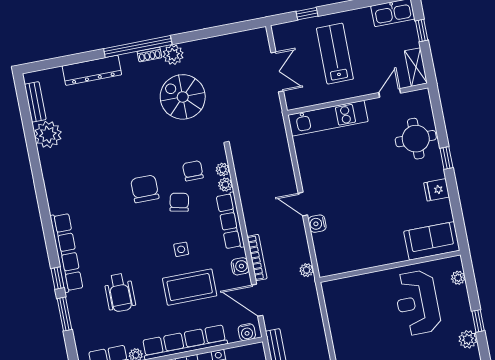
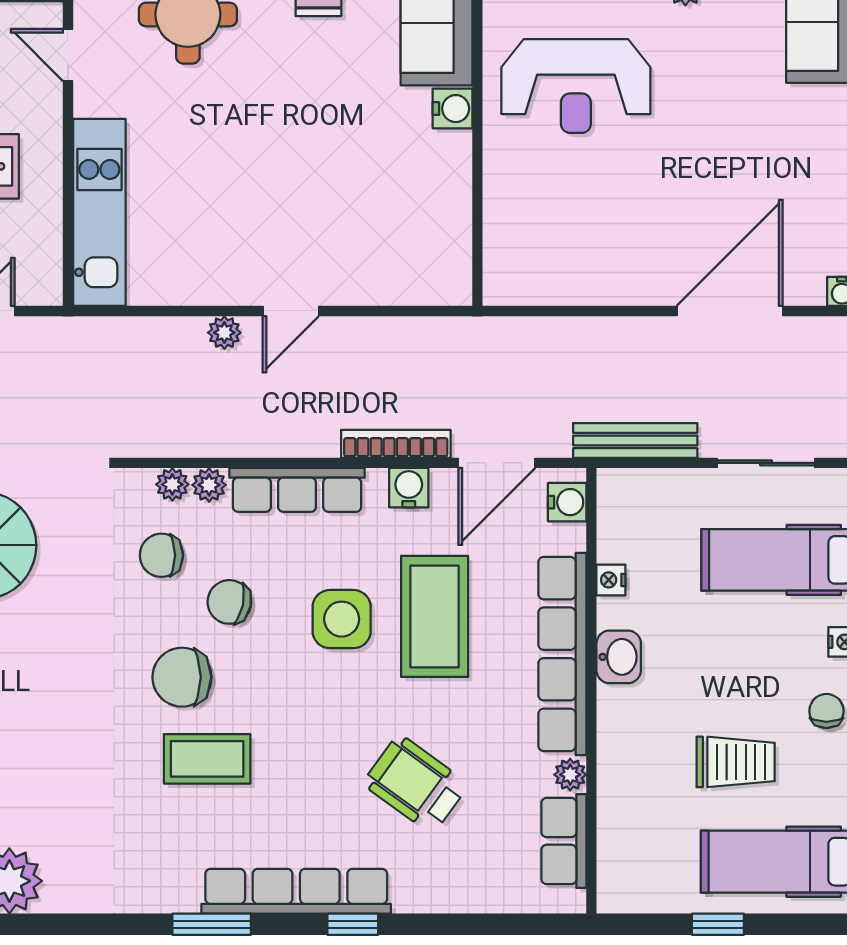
coffee table: (113, 206) -> (207, 759), added
water cooler: (317, 224) -> (453, 109), moved, turned -90
side table: (181, 249) -> (342, 619), width x1.87, depth x1.87
plant: (307, 270) -> (224, 333), moved
wheelchair: (120, 293) -> (416, 784), turned -144
window: (64, 314) -> (212, 924), moved

